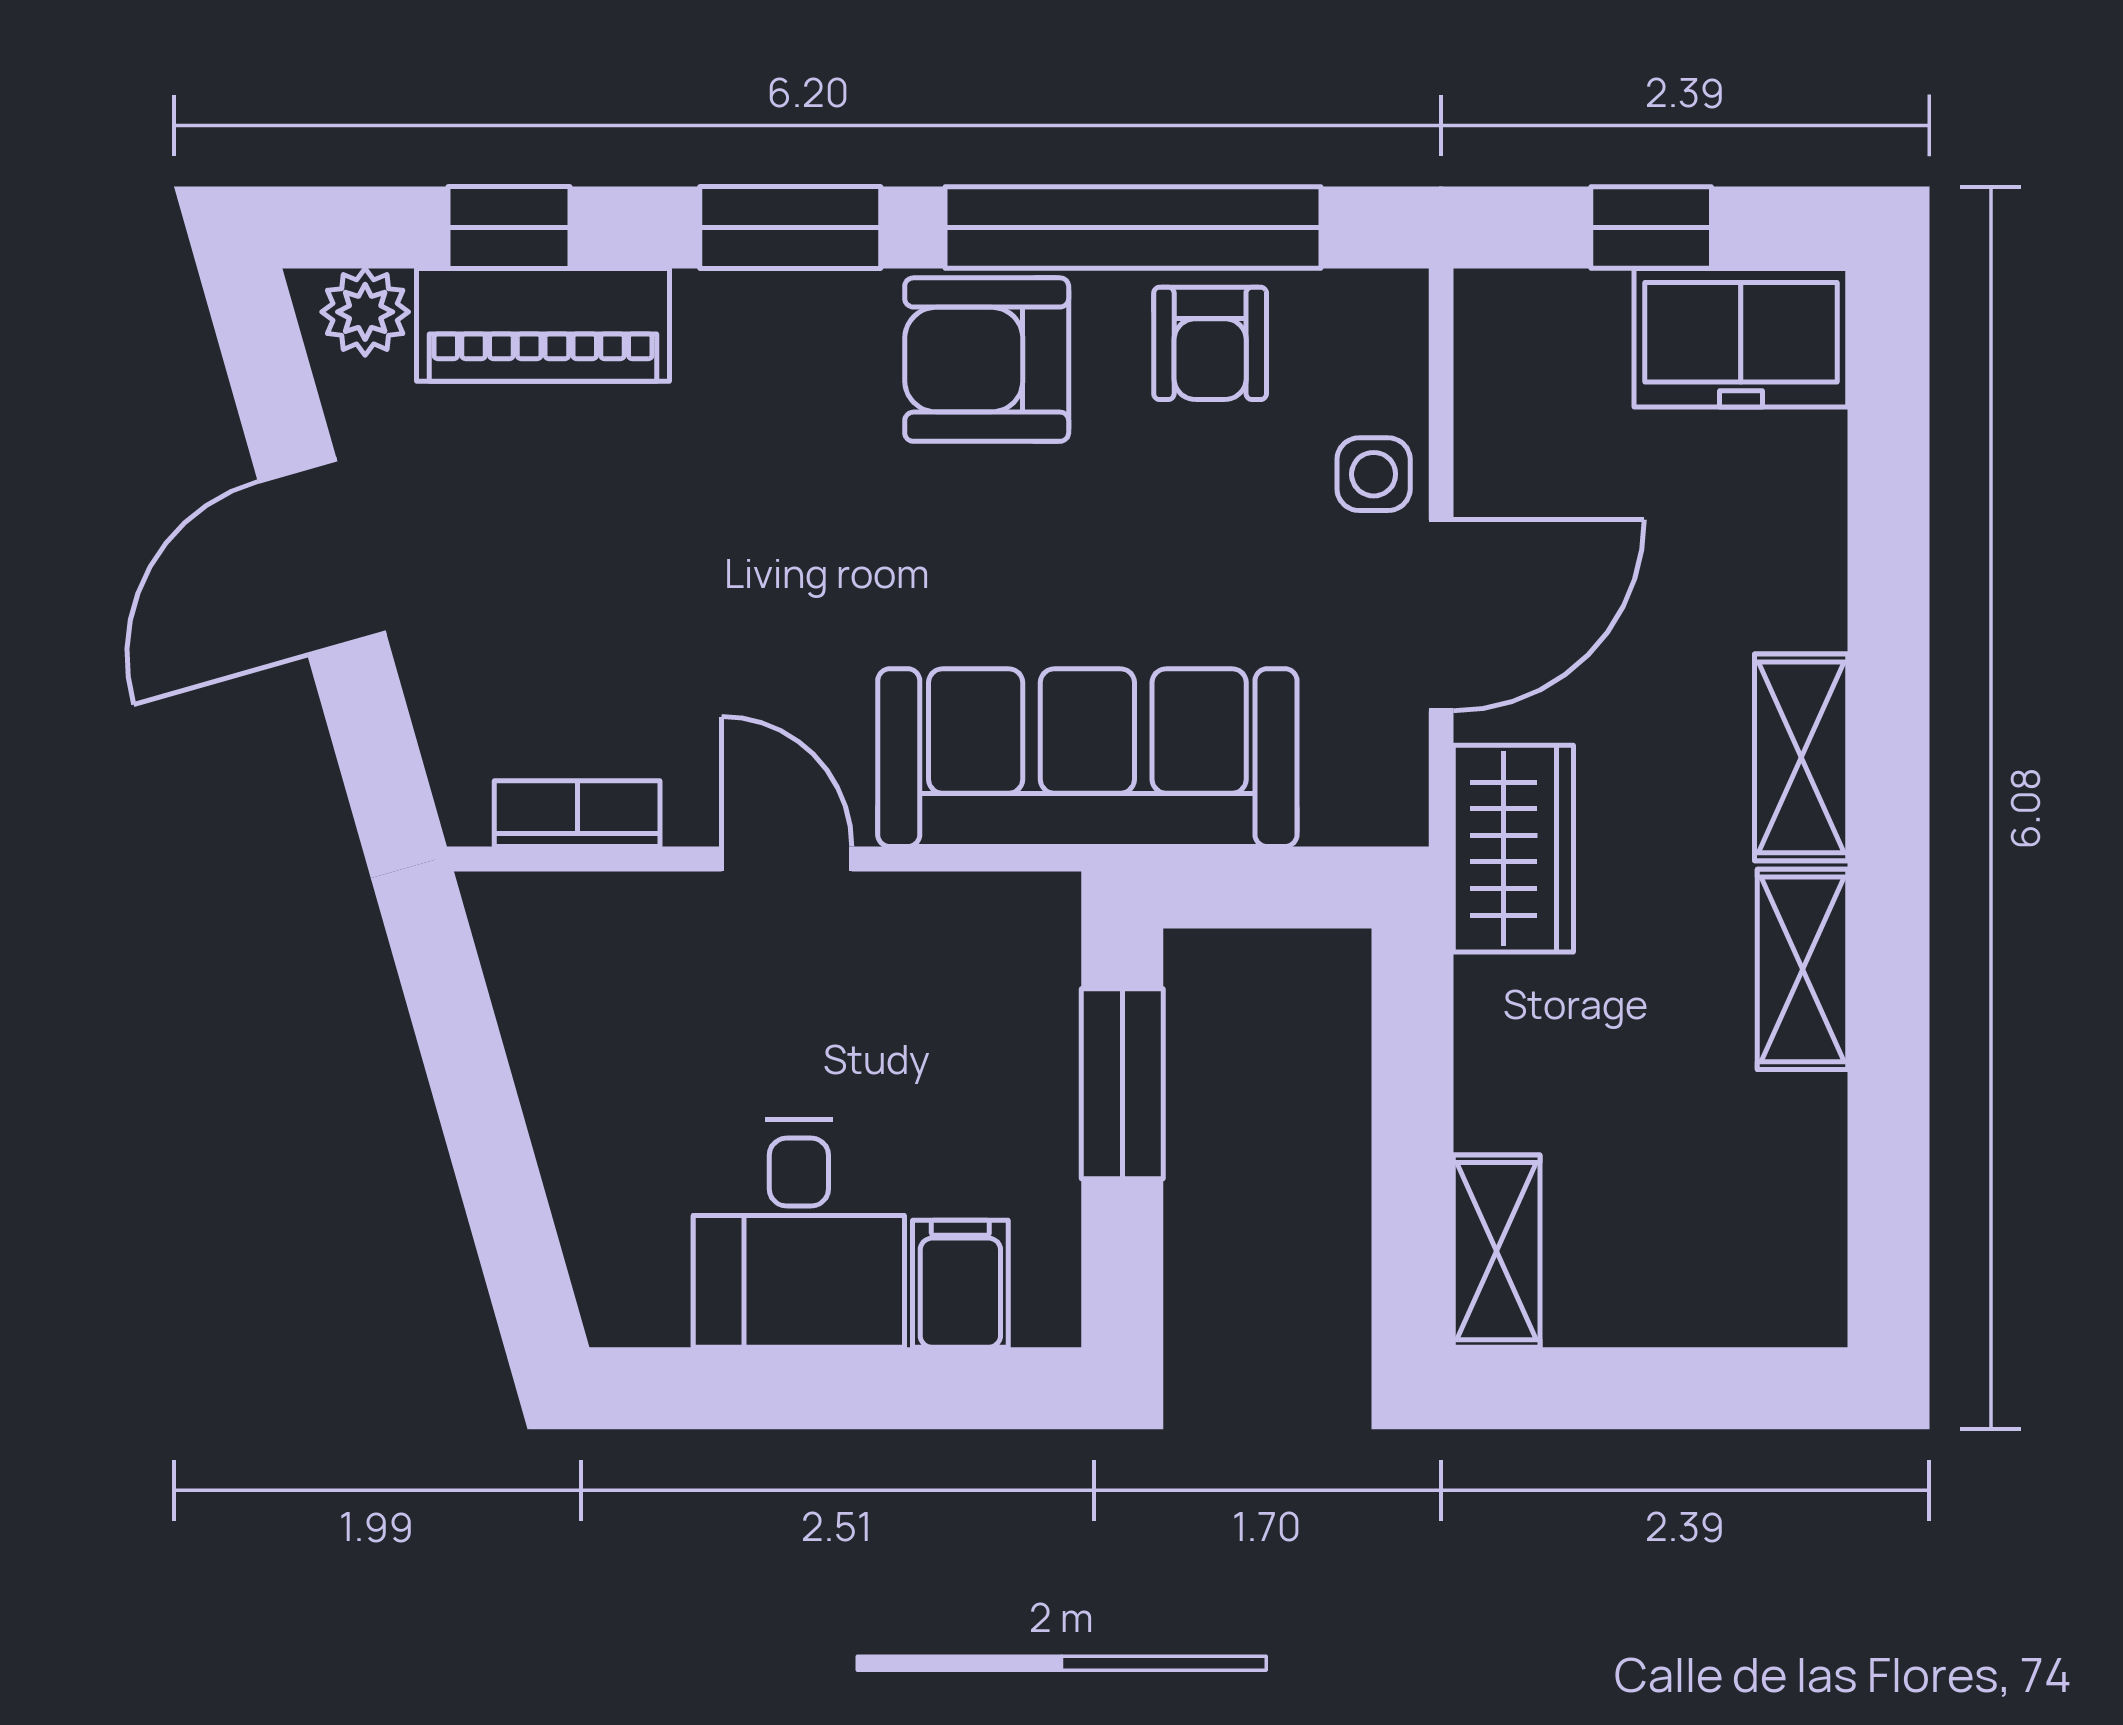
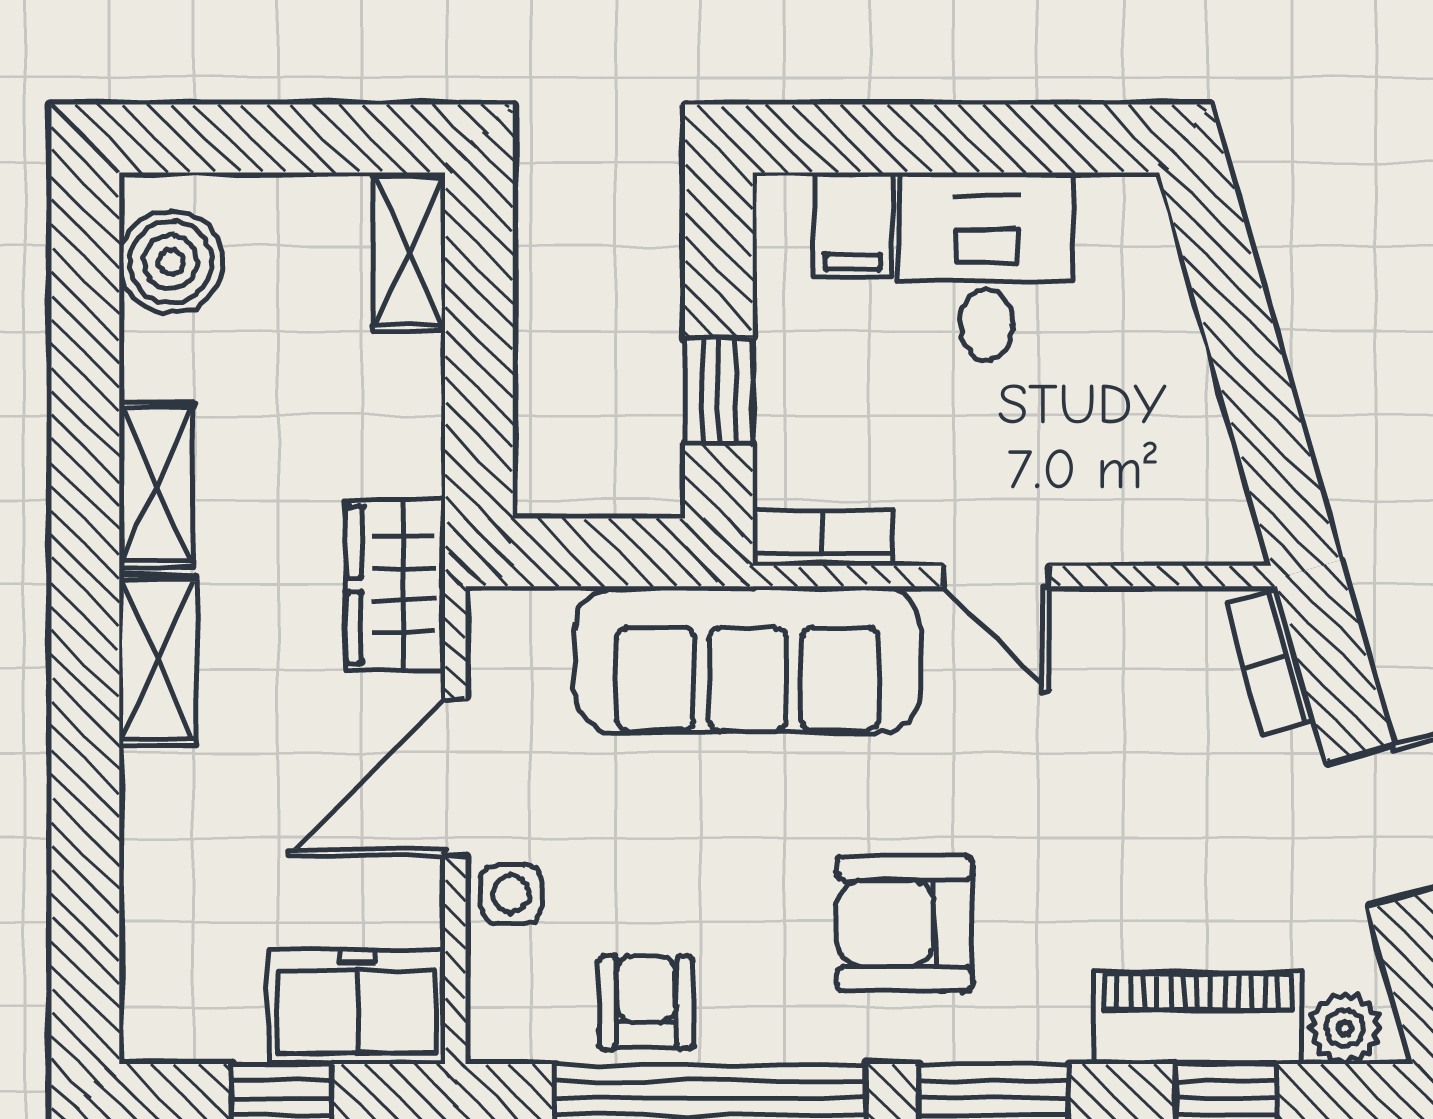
freezer: (1741, 338) -> (357, 1007), moved
armchair: (987, 360) -> (905, 923), moved, turned 180
bookcase: (577, 814) -> (1270, 662), moved, turned 74
bookcase: (997, 905) -> (823, 538), added
window: (1122, 1084) -> (719, 390), width x0.67
boiler: (1785, 1239) -> (171, 262), added

